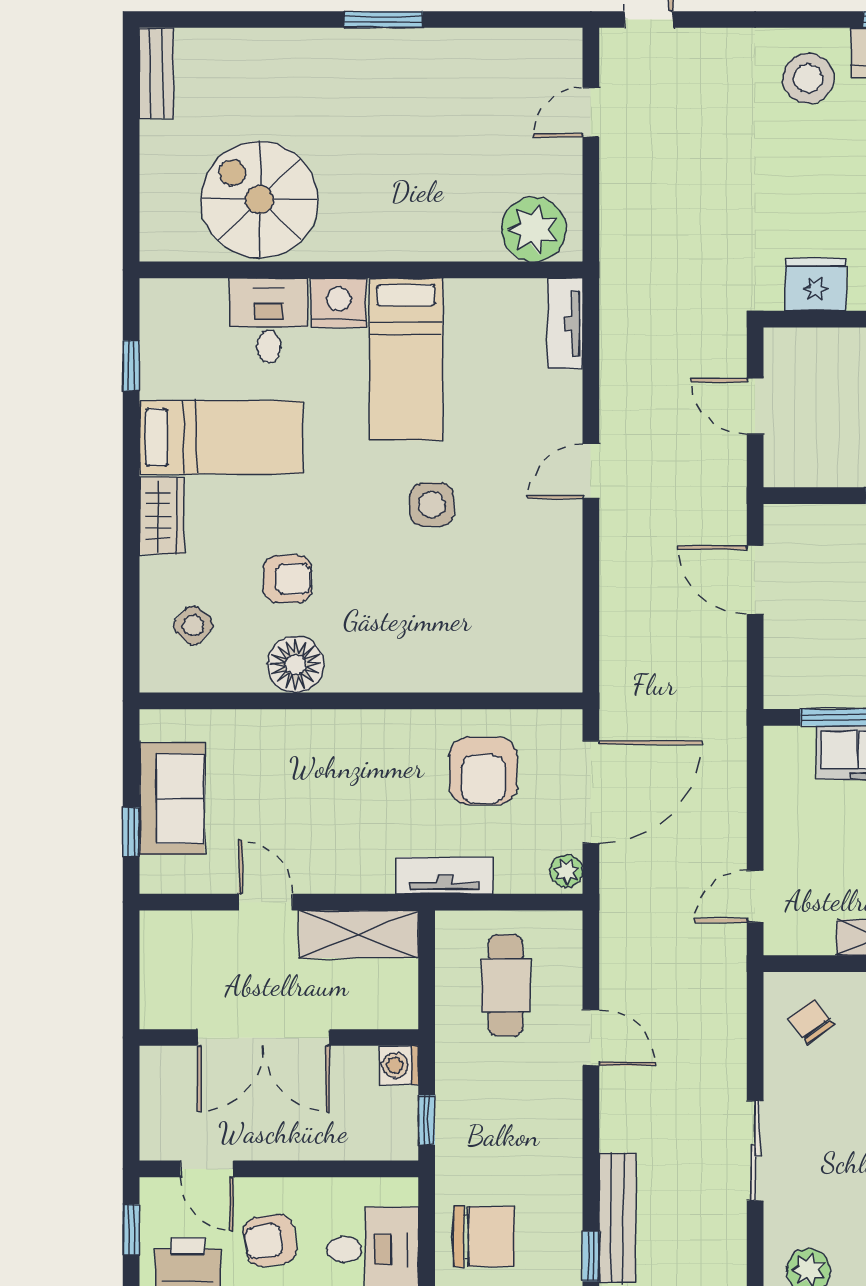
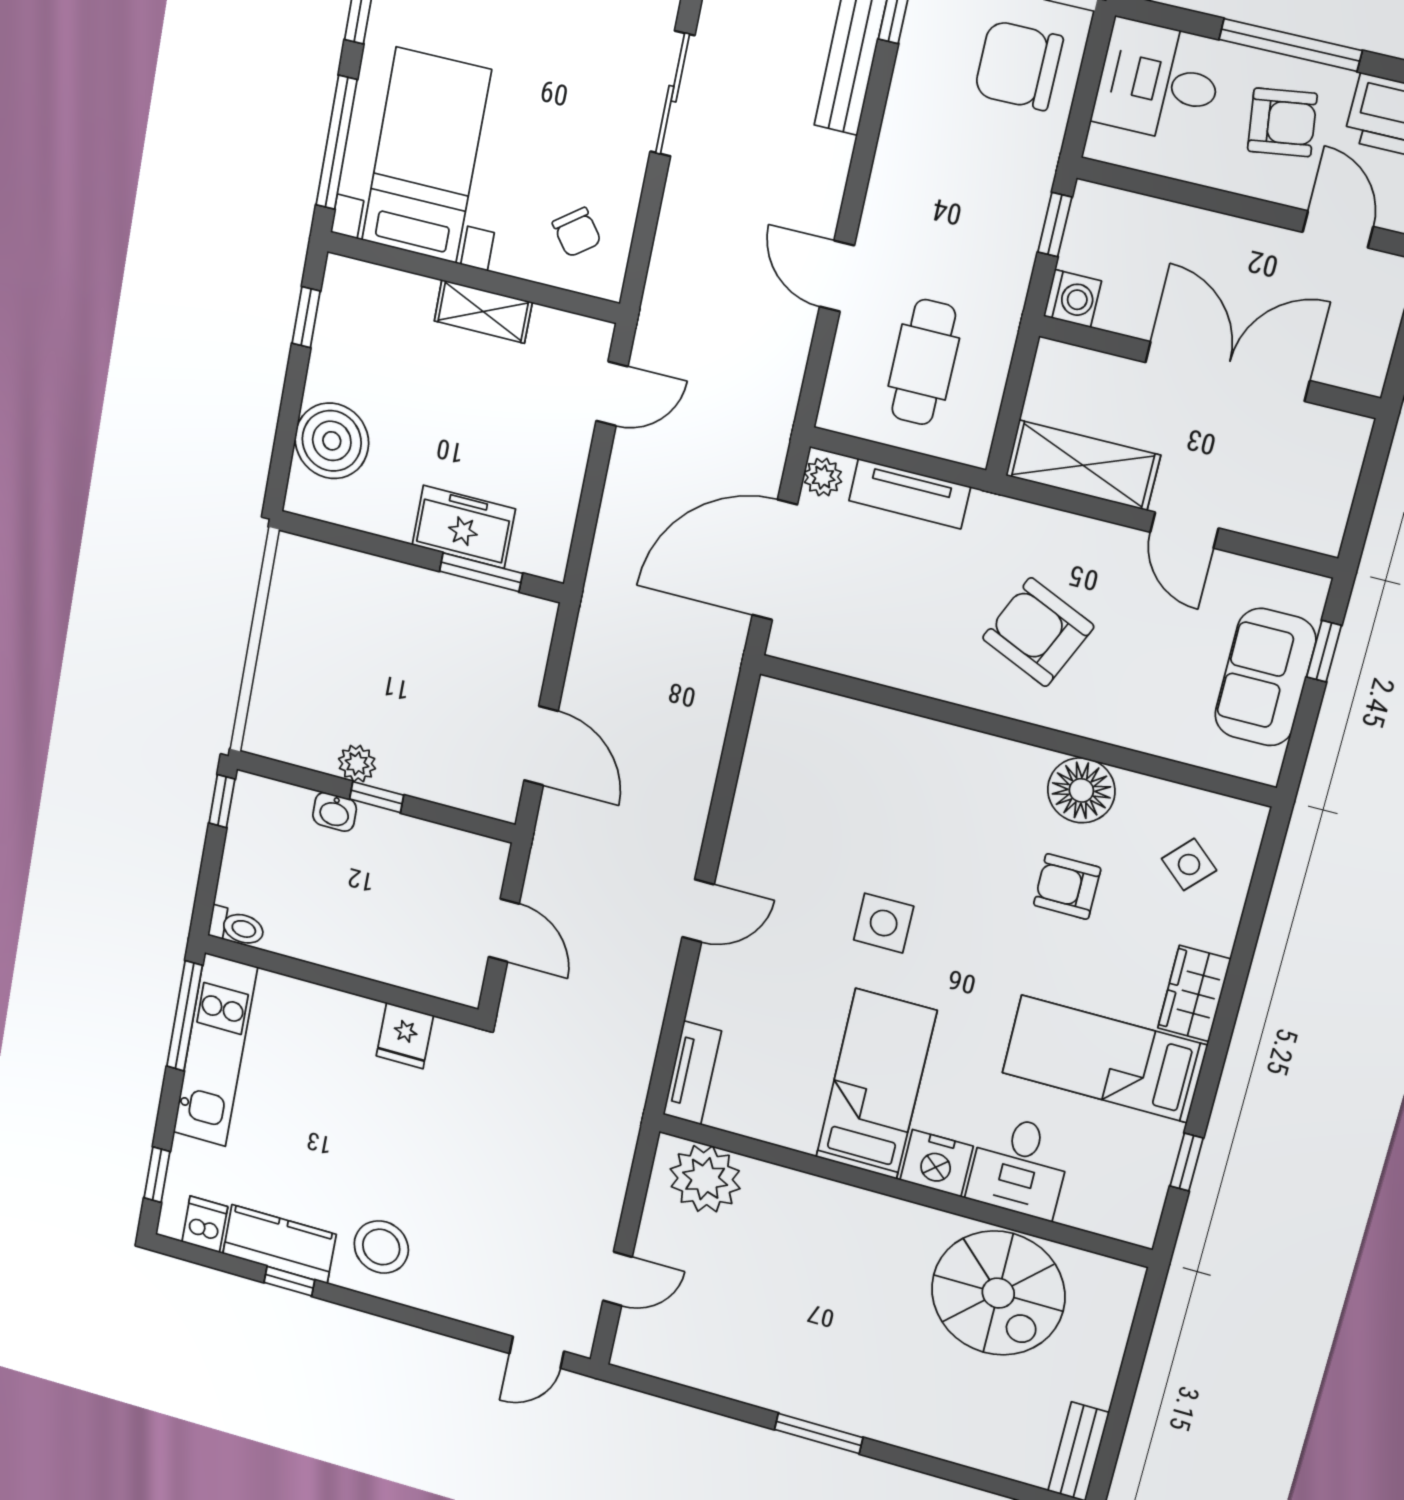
fridge: (816, 285) -> (405, 1036), width x0.72
armchair: (483, 771) -> (1038, 632), moved, turned -66
tv unit: (445, 875) -> (910, 494), moved

